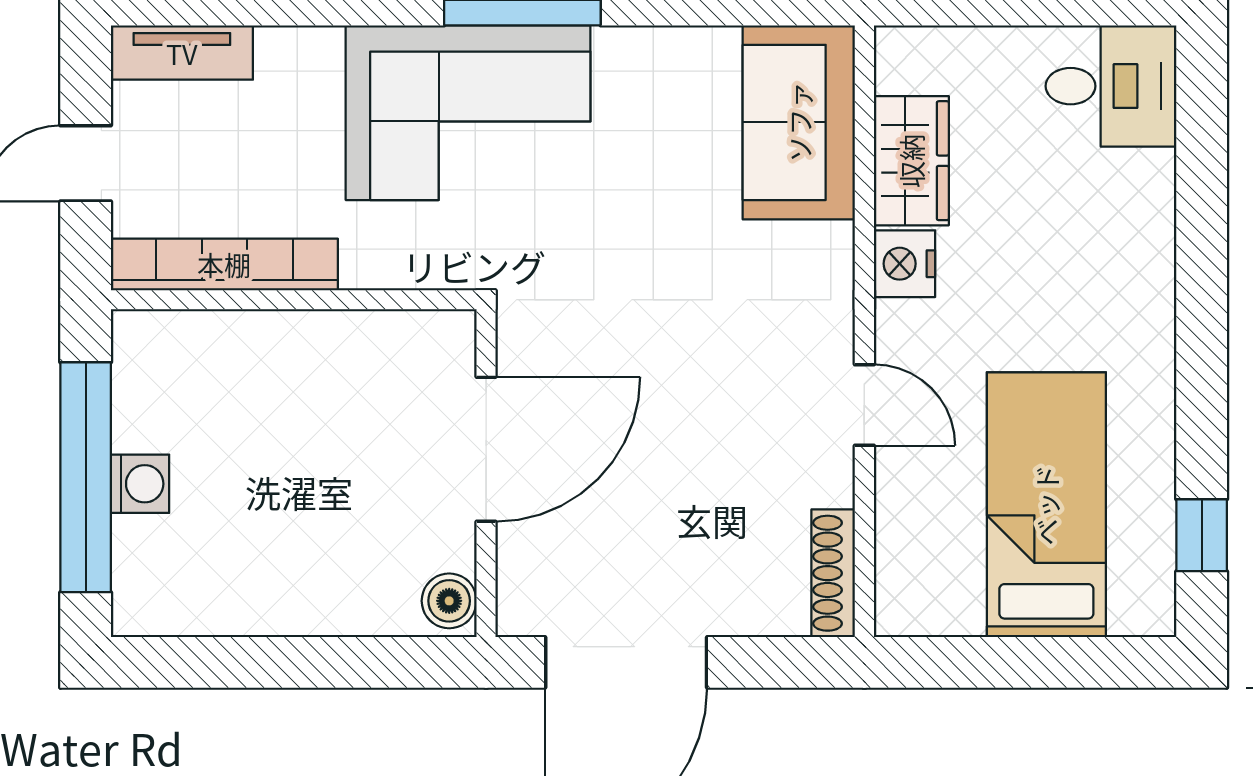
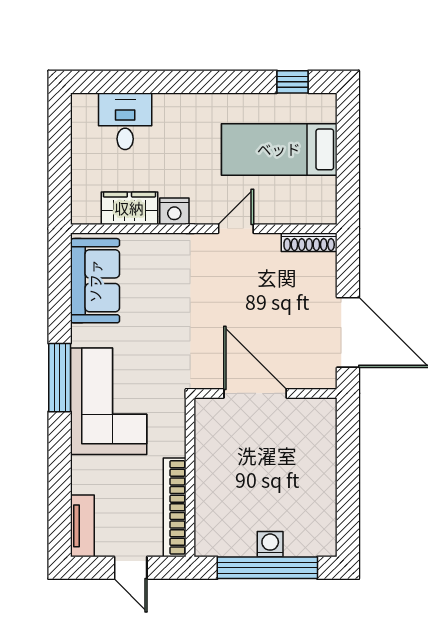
desk: (1111, 86) -> (125, 121), moved
sofa: (799, 122) -> (95, 281), moved, turned -90
boiler: (449, 601) -> (321, 409), removed

